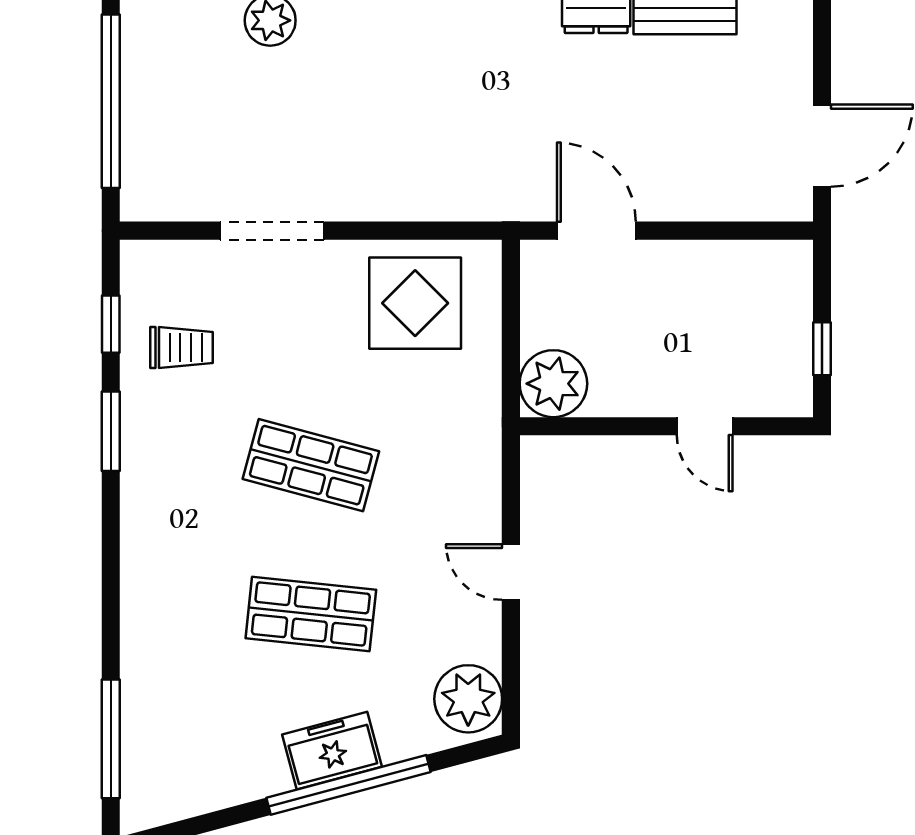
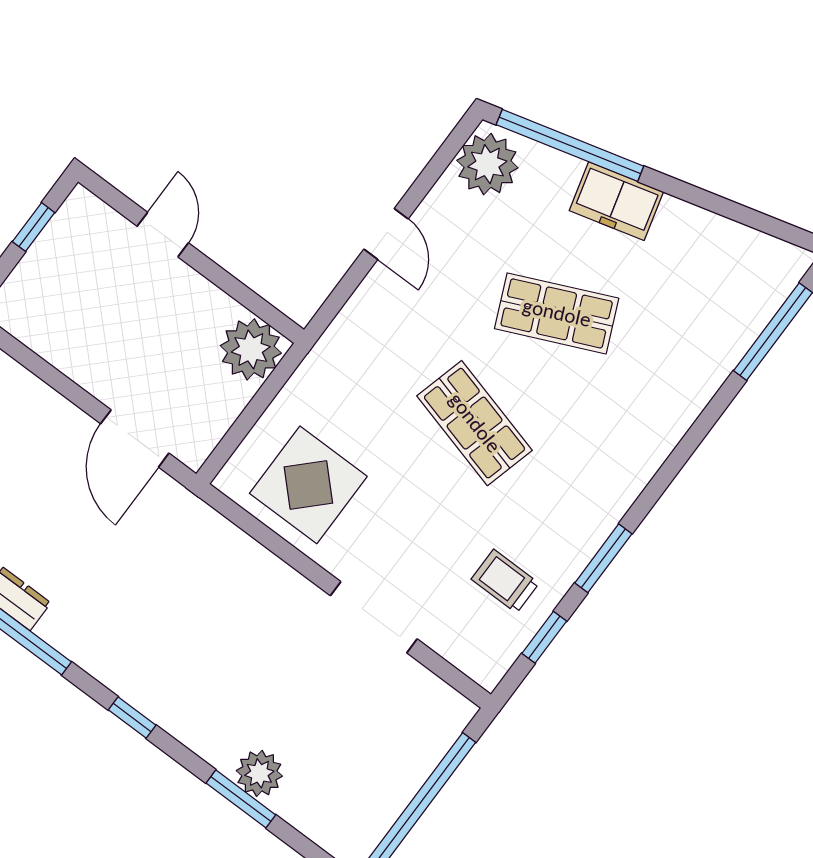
shop shelf: (311, 614) -> (557, 313), turned -30
window: (349, 785) -> (570, 145), moved

